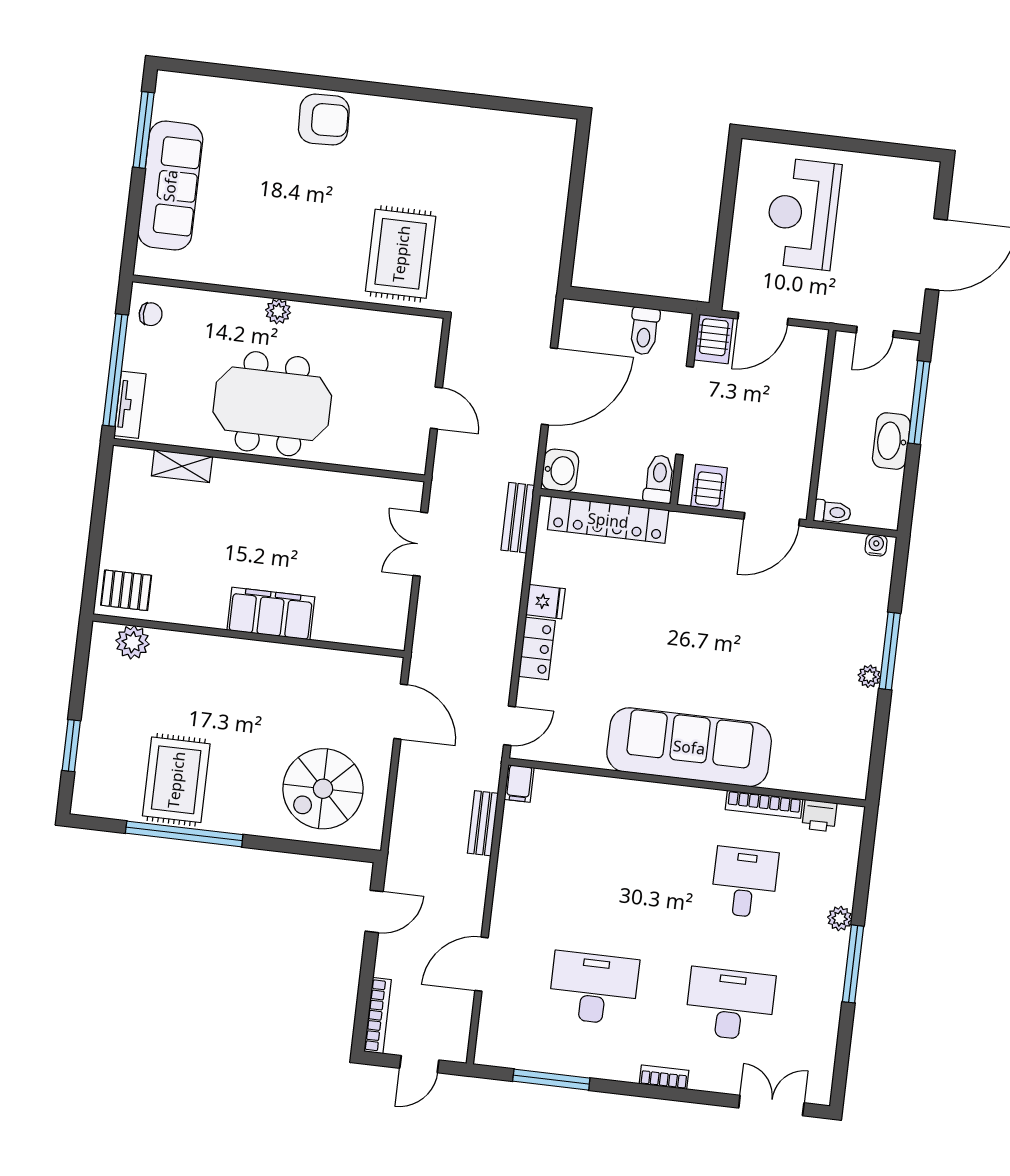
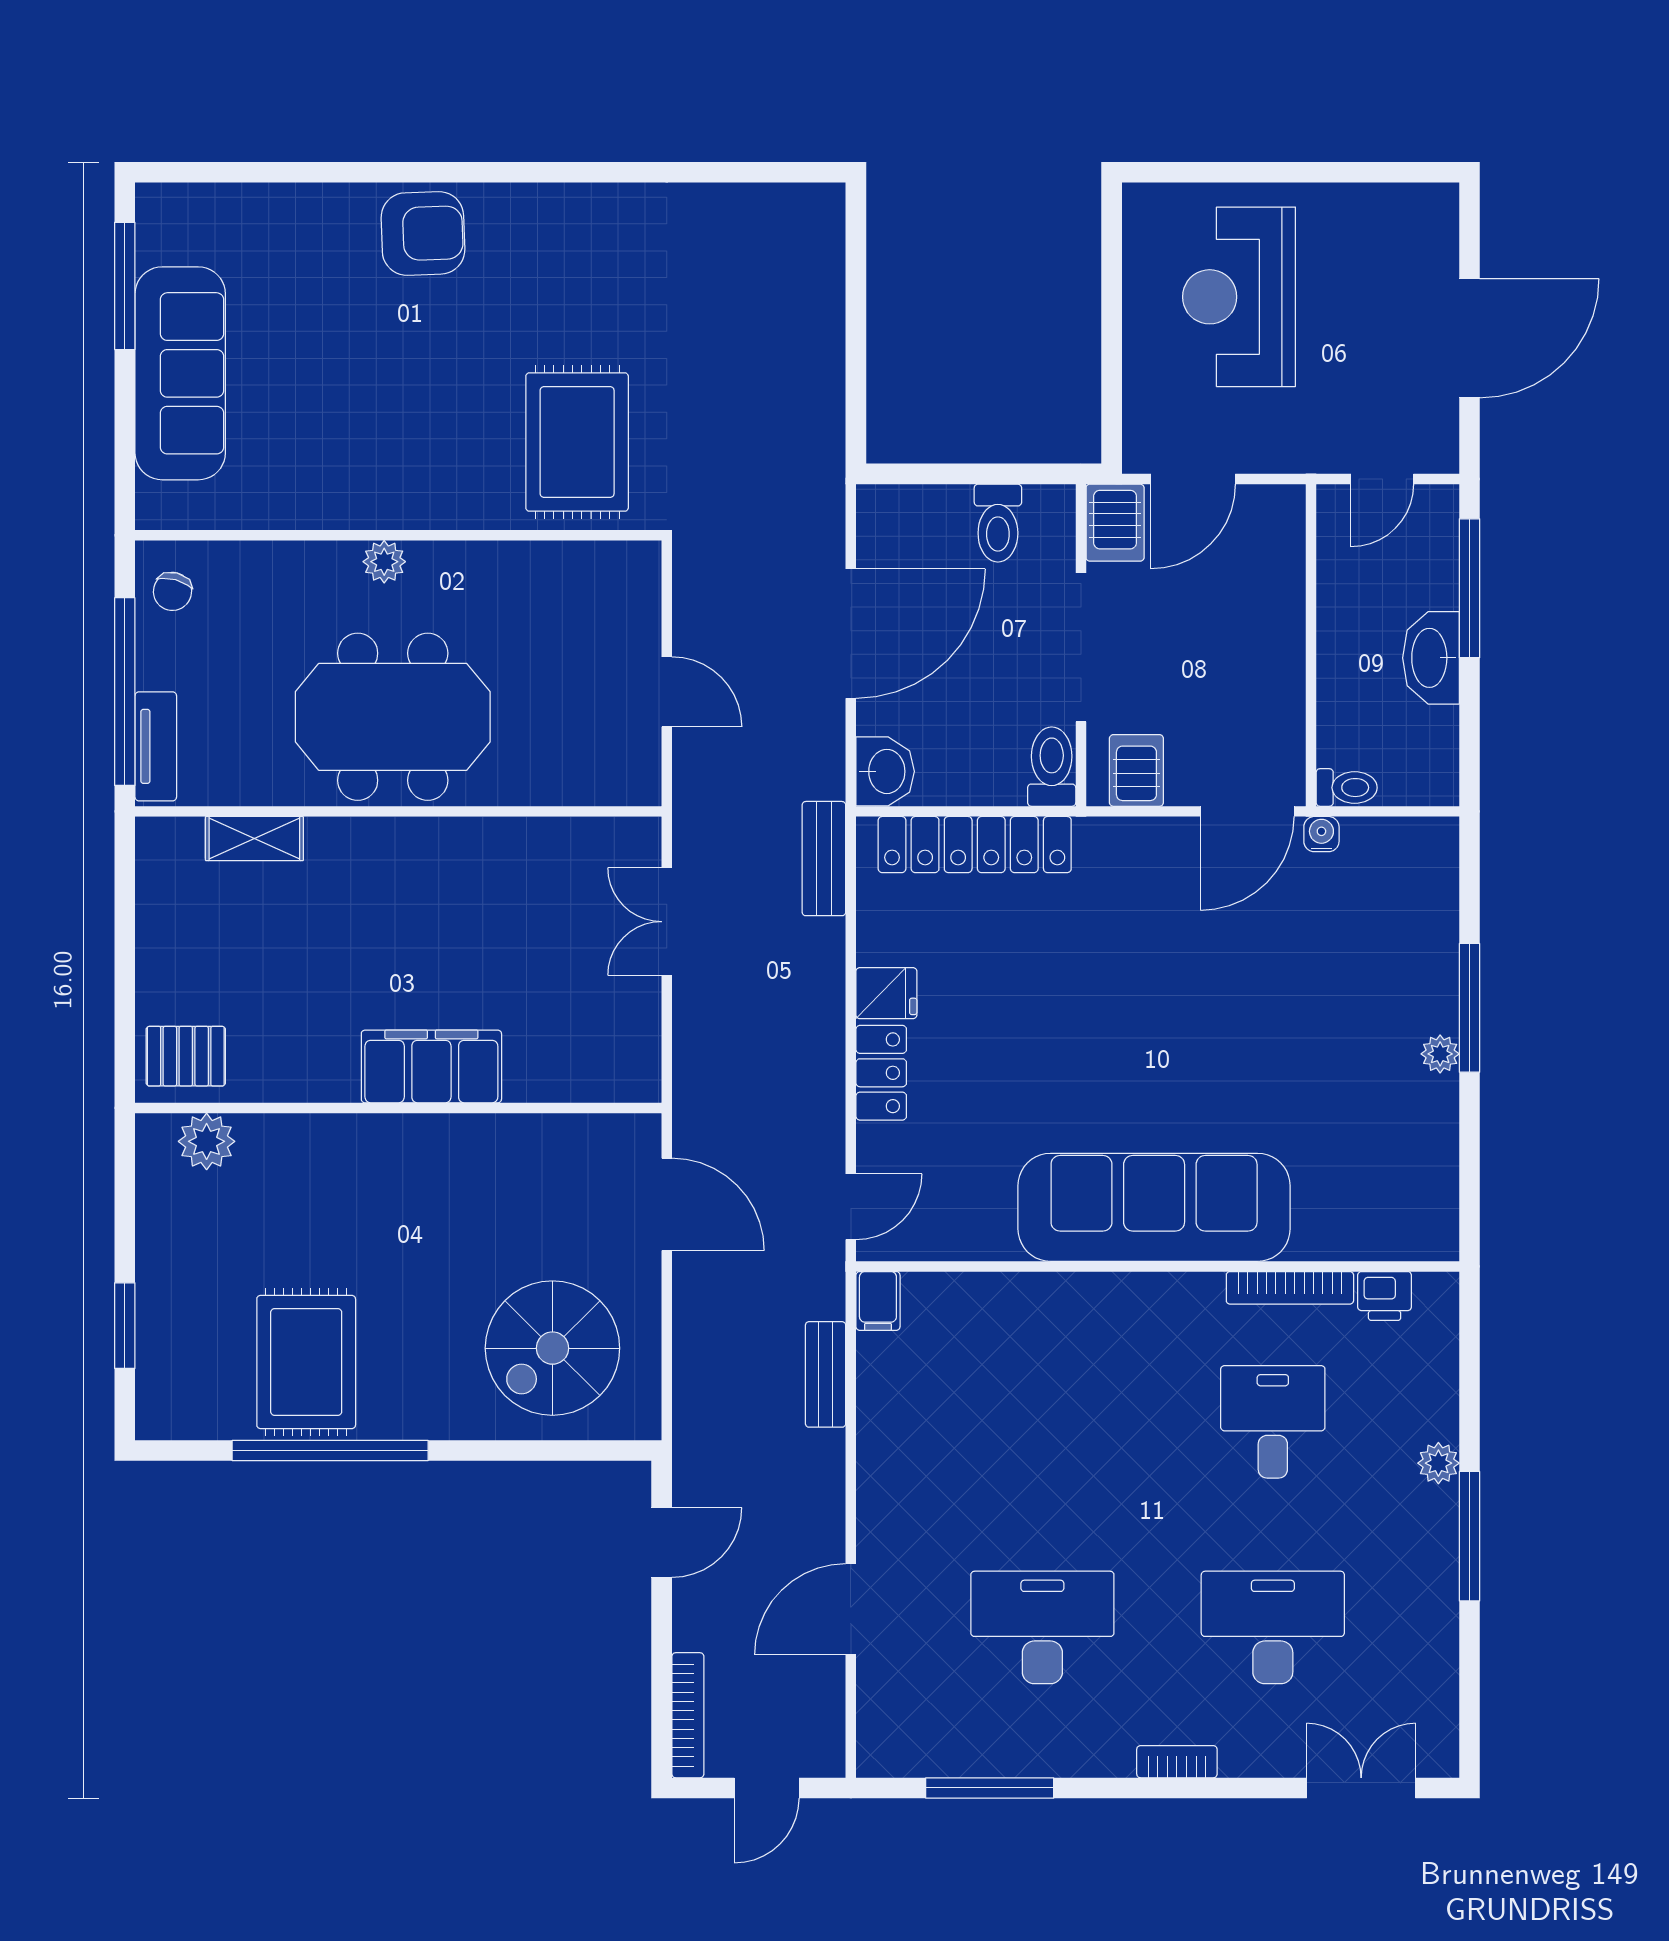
chair: (151, 314) -> (172, 591), turned 105
water cooler: (876, 545) -> (1321, 834), moved

